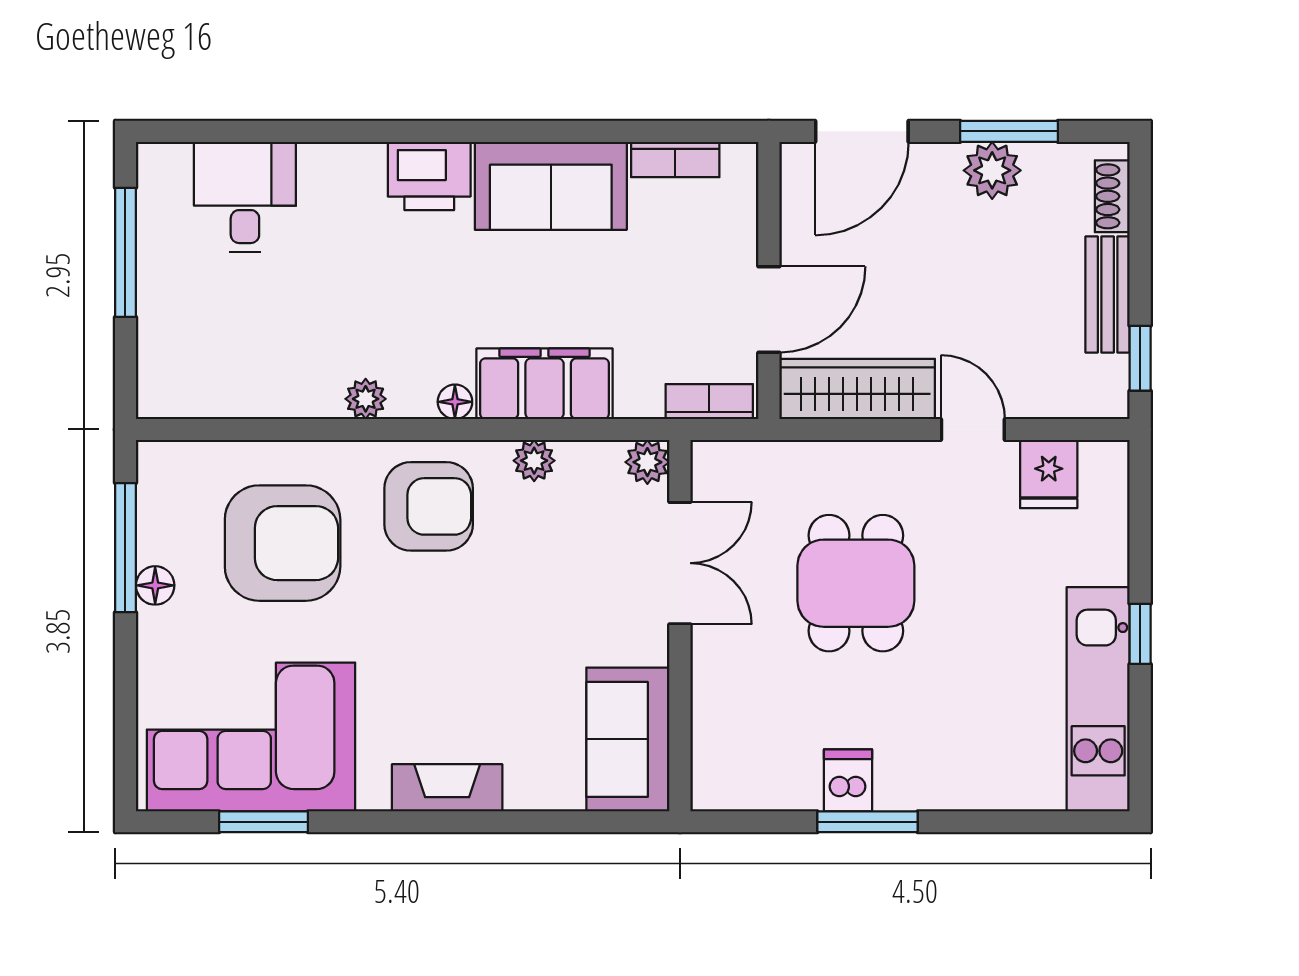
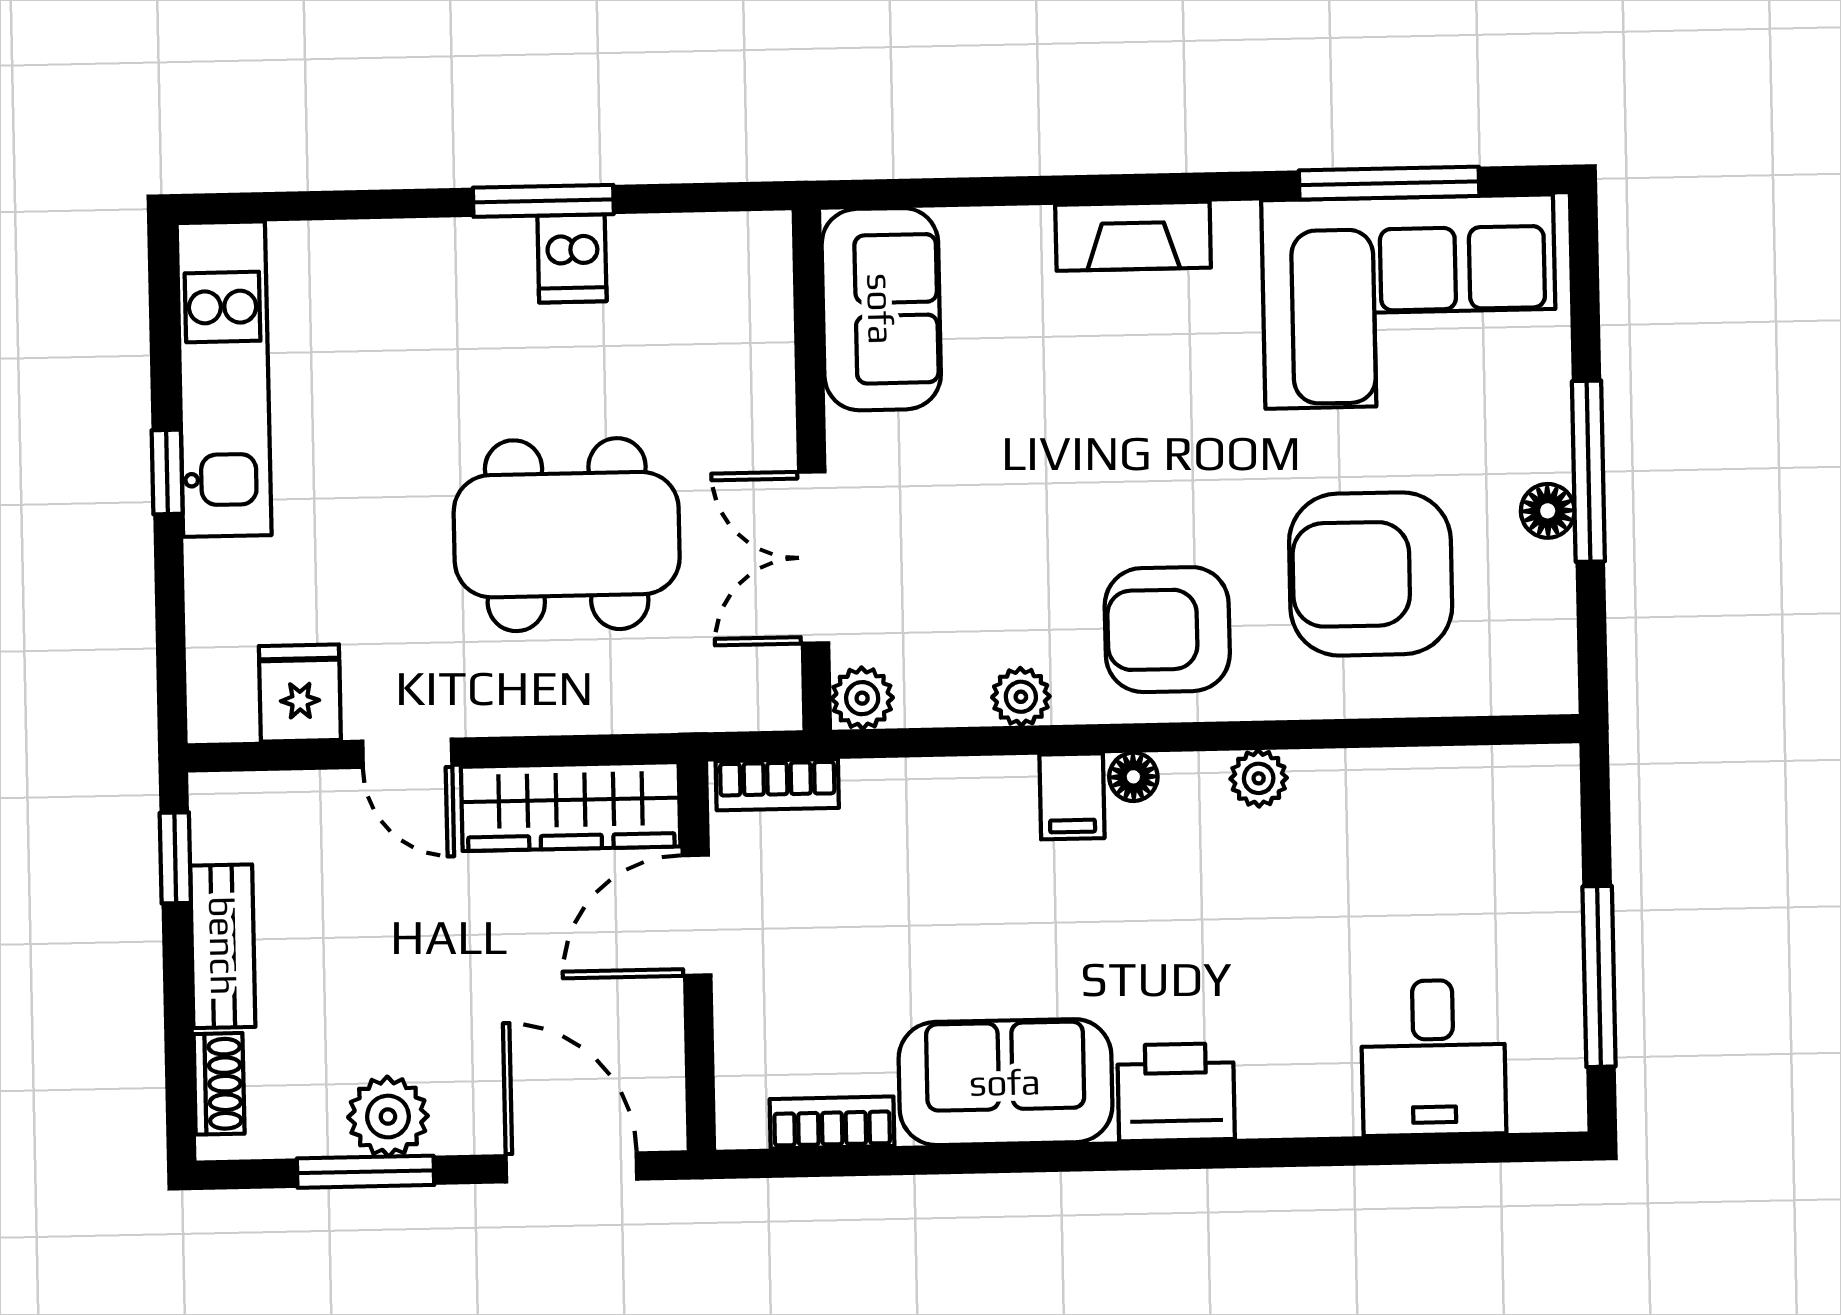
door: (862, 131) -> (571, 1167), hinge flipped
filing cabinet: (545, 384) -> (1072, 796), width x0.33, depth x0.86
window: (125, 548) -> (1588, 471), moved
dining table: (856, 583) -> (567, 535), width x1.37
window: (263, 822) -> (1389, 183), width x1.44

